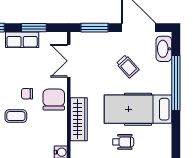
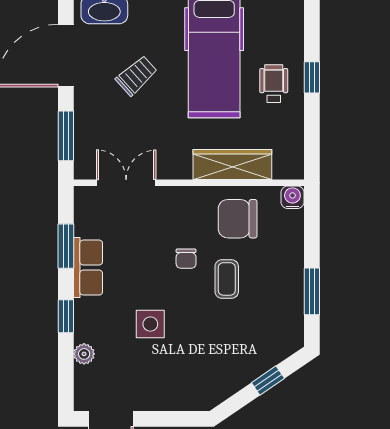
double door: (69, 61) -> (126, 183), swing flipped
chair: (54, 100) -> (238, 219), moved

